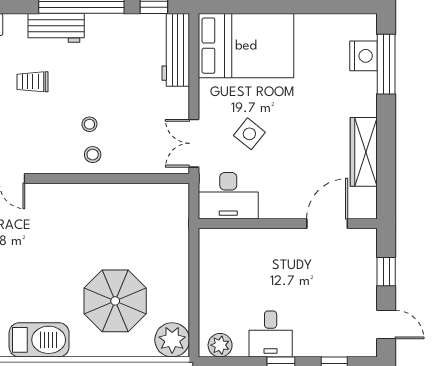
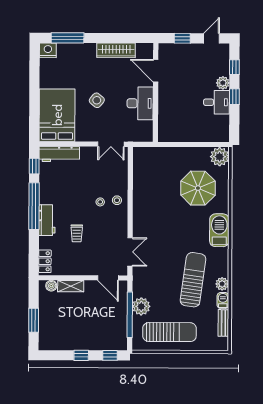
nightstand: (363, 56) -> (48, 50), moved
side table: (249, 134) -> (97, 100), moved
desk: (228, 196) -> (140, 103), moved
plant: (220, 345) -> (223, 83), moved

